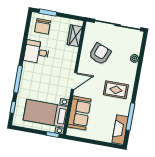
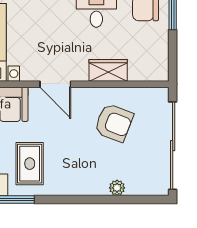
wardrobe: (75, 36) -> (108, 70), moved
rug: (116, 90) -> (30, 164), moved

